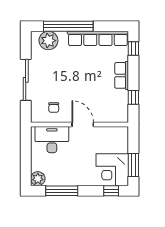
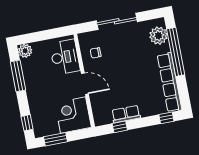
row of seats: (122, 75) -> (126, 114), moved
door: (83, 125) -> (85, 84), hinge flipped
corner desk: (112, 170) -> (73, 115), moved

